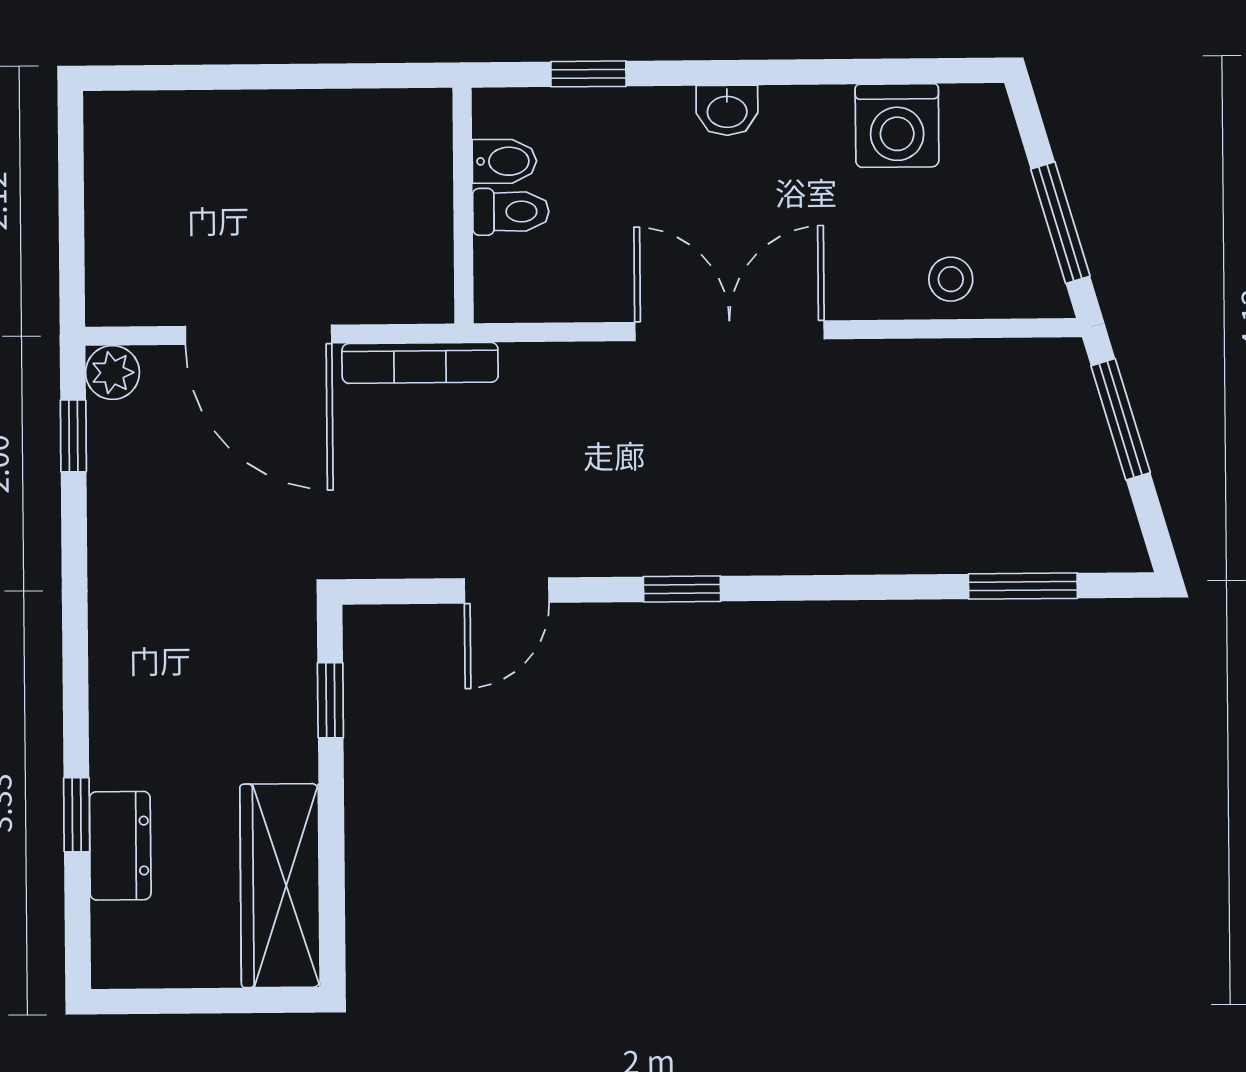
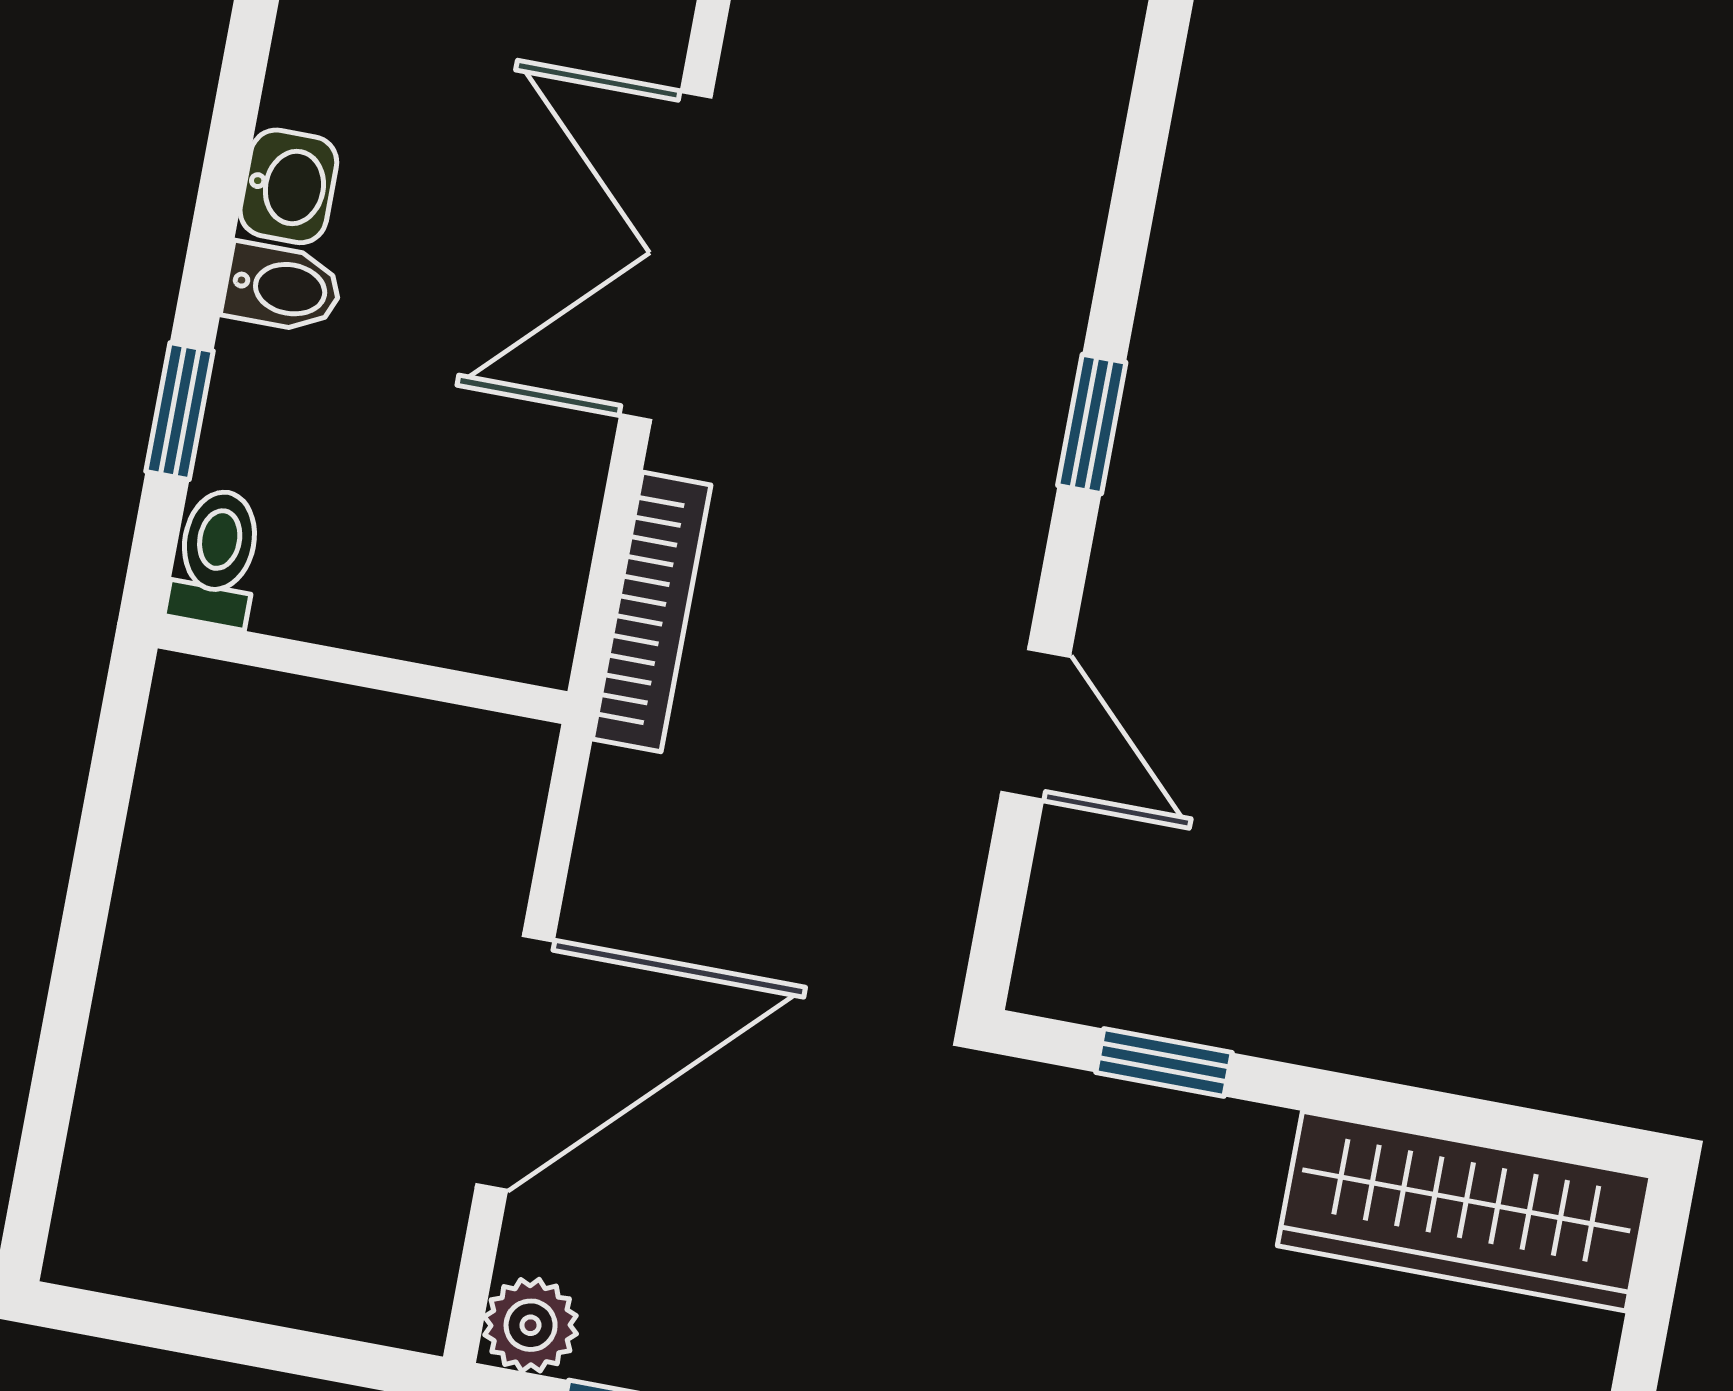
bidet: (504, 161) -> (282, 288), moved, turned 90
toilet: (511, 212) -> (216, 558), moved
bookcase: (420, 363) -> (652, 612), moved

